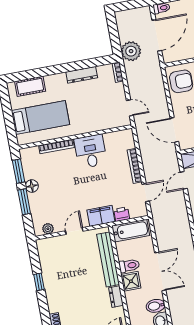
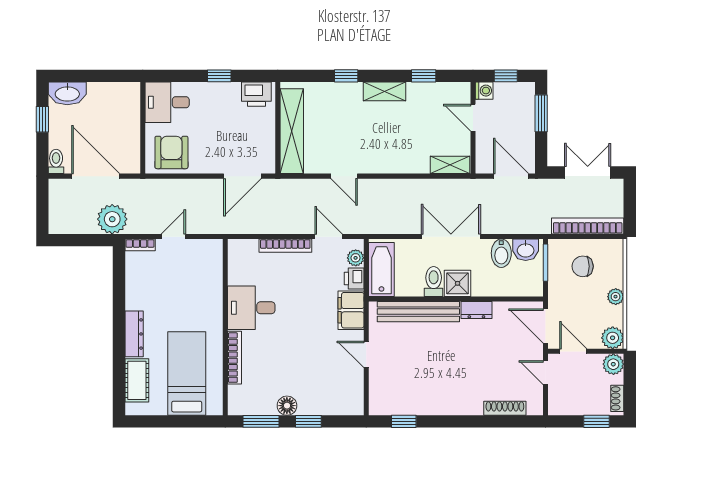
dresser: (82, 75) -> (134, 334), moved
door: (130, 108) -> (173, 237), moved
door: (184, 180) -> (344, 176), moved
window: (24, 202) -> (308, 421), width x0.67
plant: (48, 229) -> (356, 258), moved
window: (39, 282) -> (404, 421), moved

